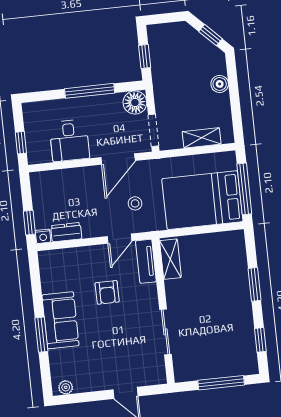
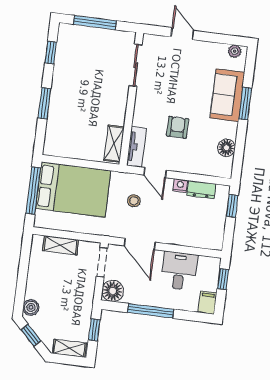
shelving: (166, 31) -> (70, 348), added
boiler: (220, 84) -> (31, 307), moved
filing cabinet: (32, 114) -> (207, 303), added
door: (118, 159) -> (140, 244), swing flipped
nightstand: (43, 236) -> (180, 185), moved
door: (120, 239) -> (155, 173), swing flipped
floor lamp: (50, 283) -> (226, 148), added
sofa: (60, 320) -> (227, 95), moved
sliding door: (166, 332) -> (136, 65), moved

